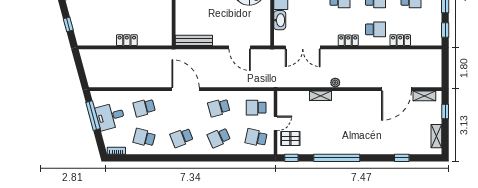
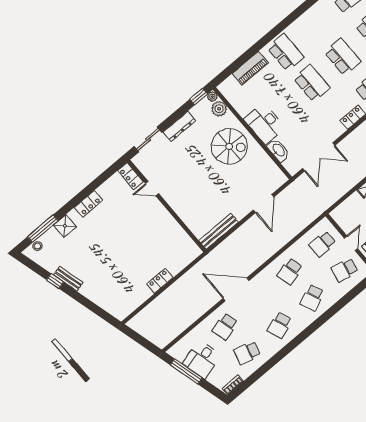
window: (68, 24) -> (97, 310), removed
door: (240, 47) -> (264, 204), hinge flipped
door: (186, 89) -> (236, 289), moved

